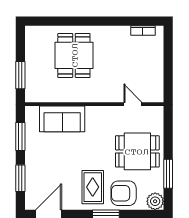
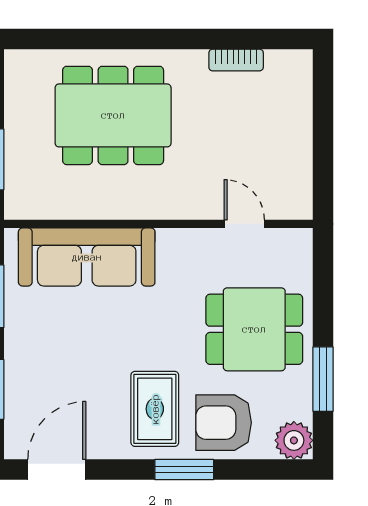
bookcase: (143, 31) -> (236, 60), moved
dining table: (74, 55) -> (113, 115), width x1.38
sofa: (62, 119) -> (87, 257), width x1.36

